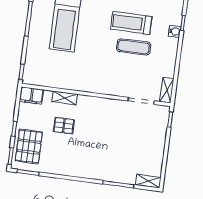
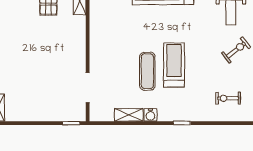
water cooler: (175, 31) -> (150, 115), moved
shelving: (167, 90) -> (129, 115), moved

